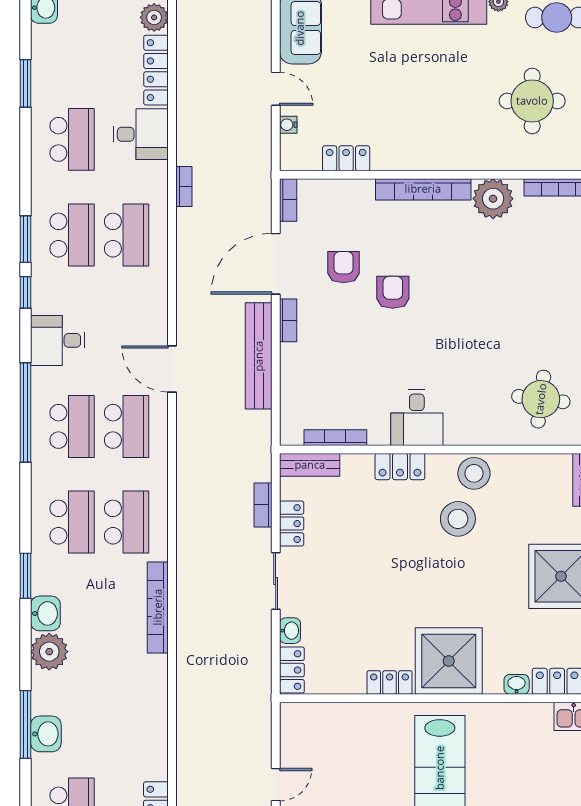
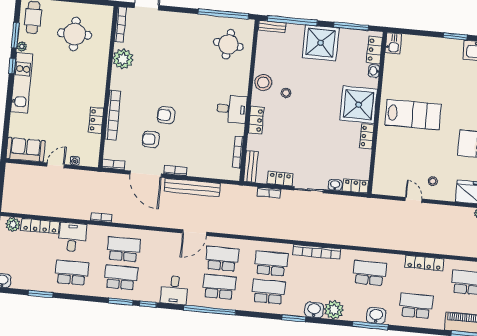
locker: (346, 158) -> (96, 120), moved
bookcase: (423, 189) -> (113, 115), moved
stool: (458, 519) -> (286, 93), width x0.53, depth x0.53
school desk: (127, 713) -> (370, 273), added

